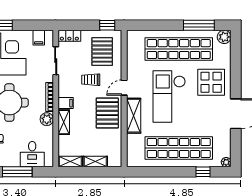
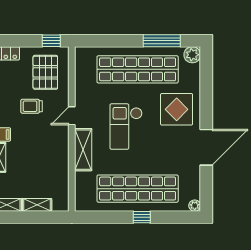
checkout: (169, 96) -> (126, 127), width x0.73, depth x0.83
pallet: (107, 113) -> (51, 146), removed
window: (203, 172) -> (142, 217), moved

